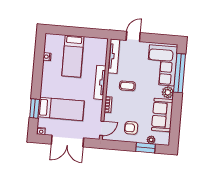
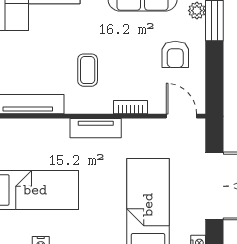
tv unit: (100, 82) -> (96, 128), width x0.71

